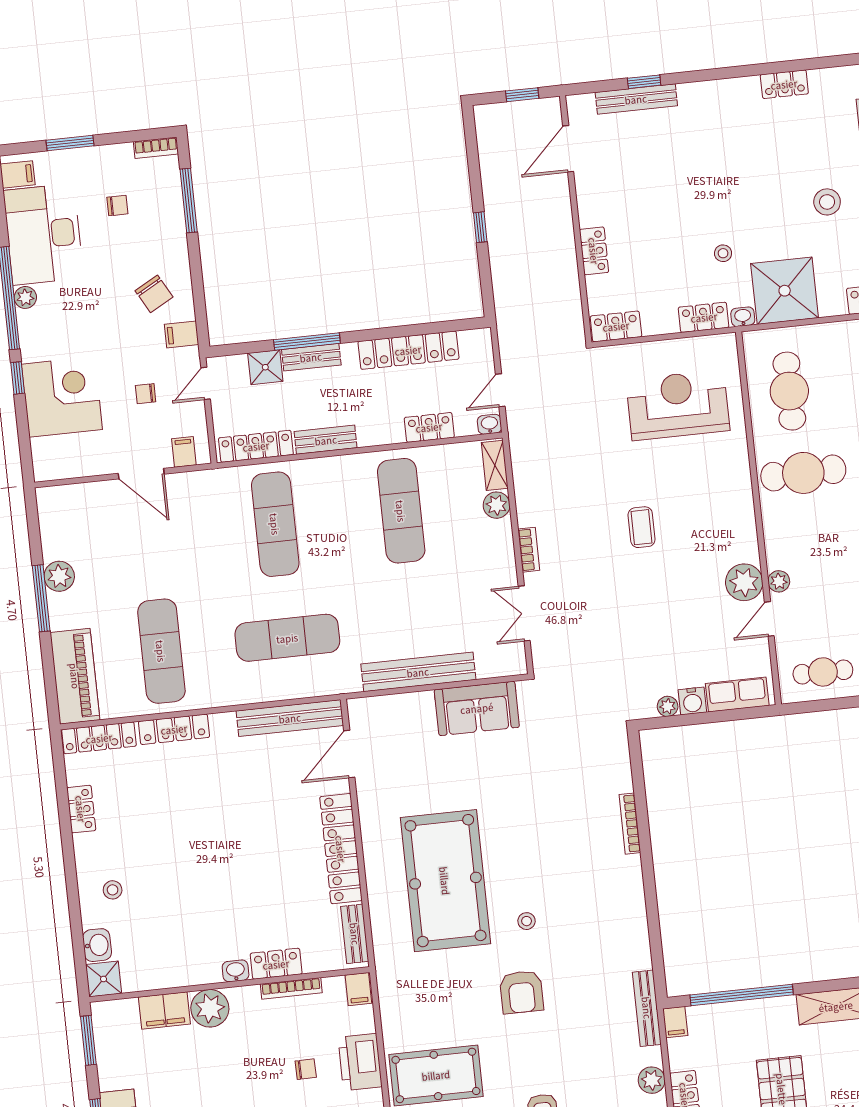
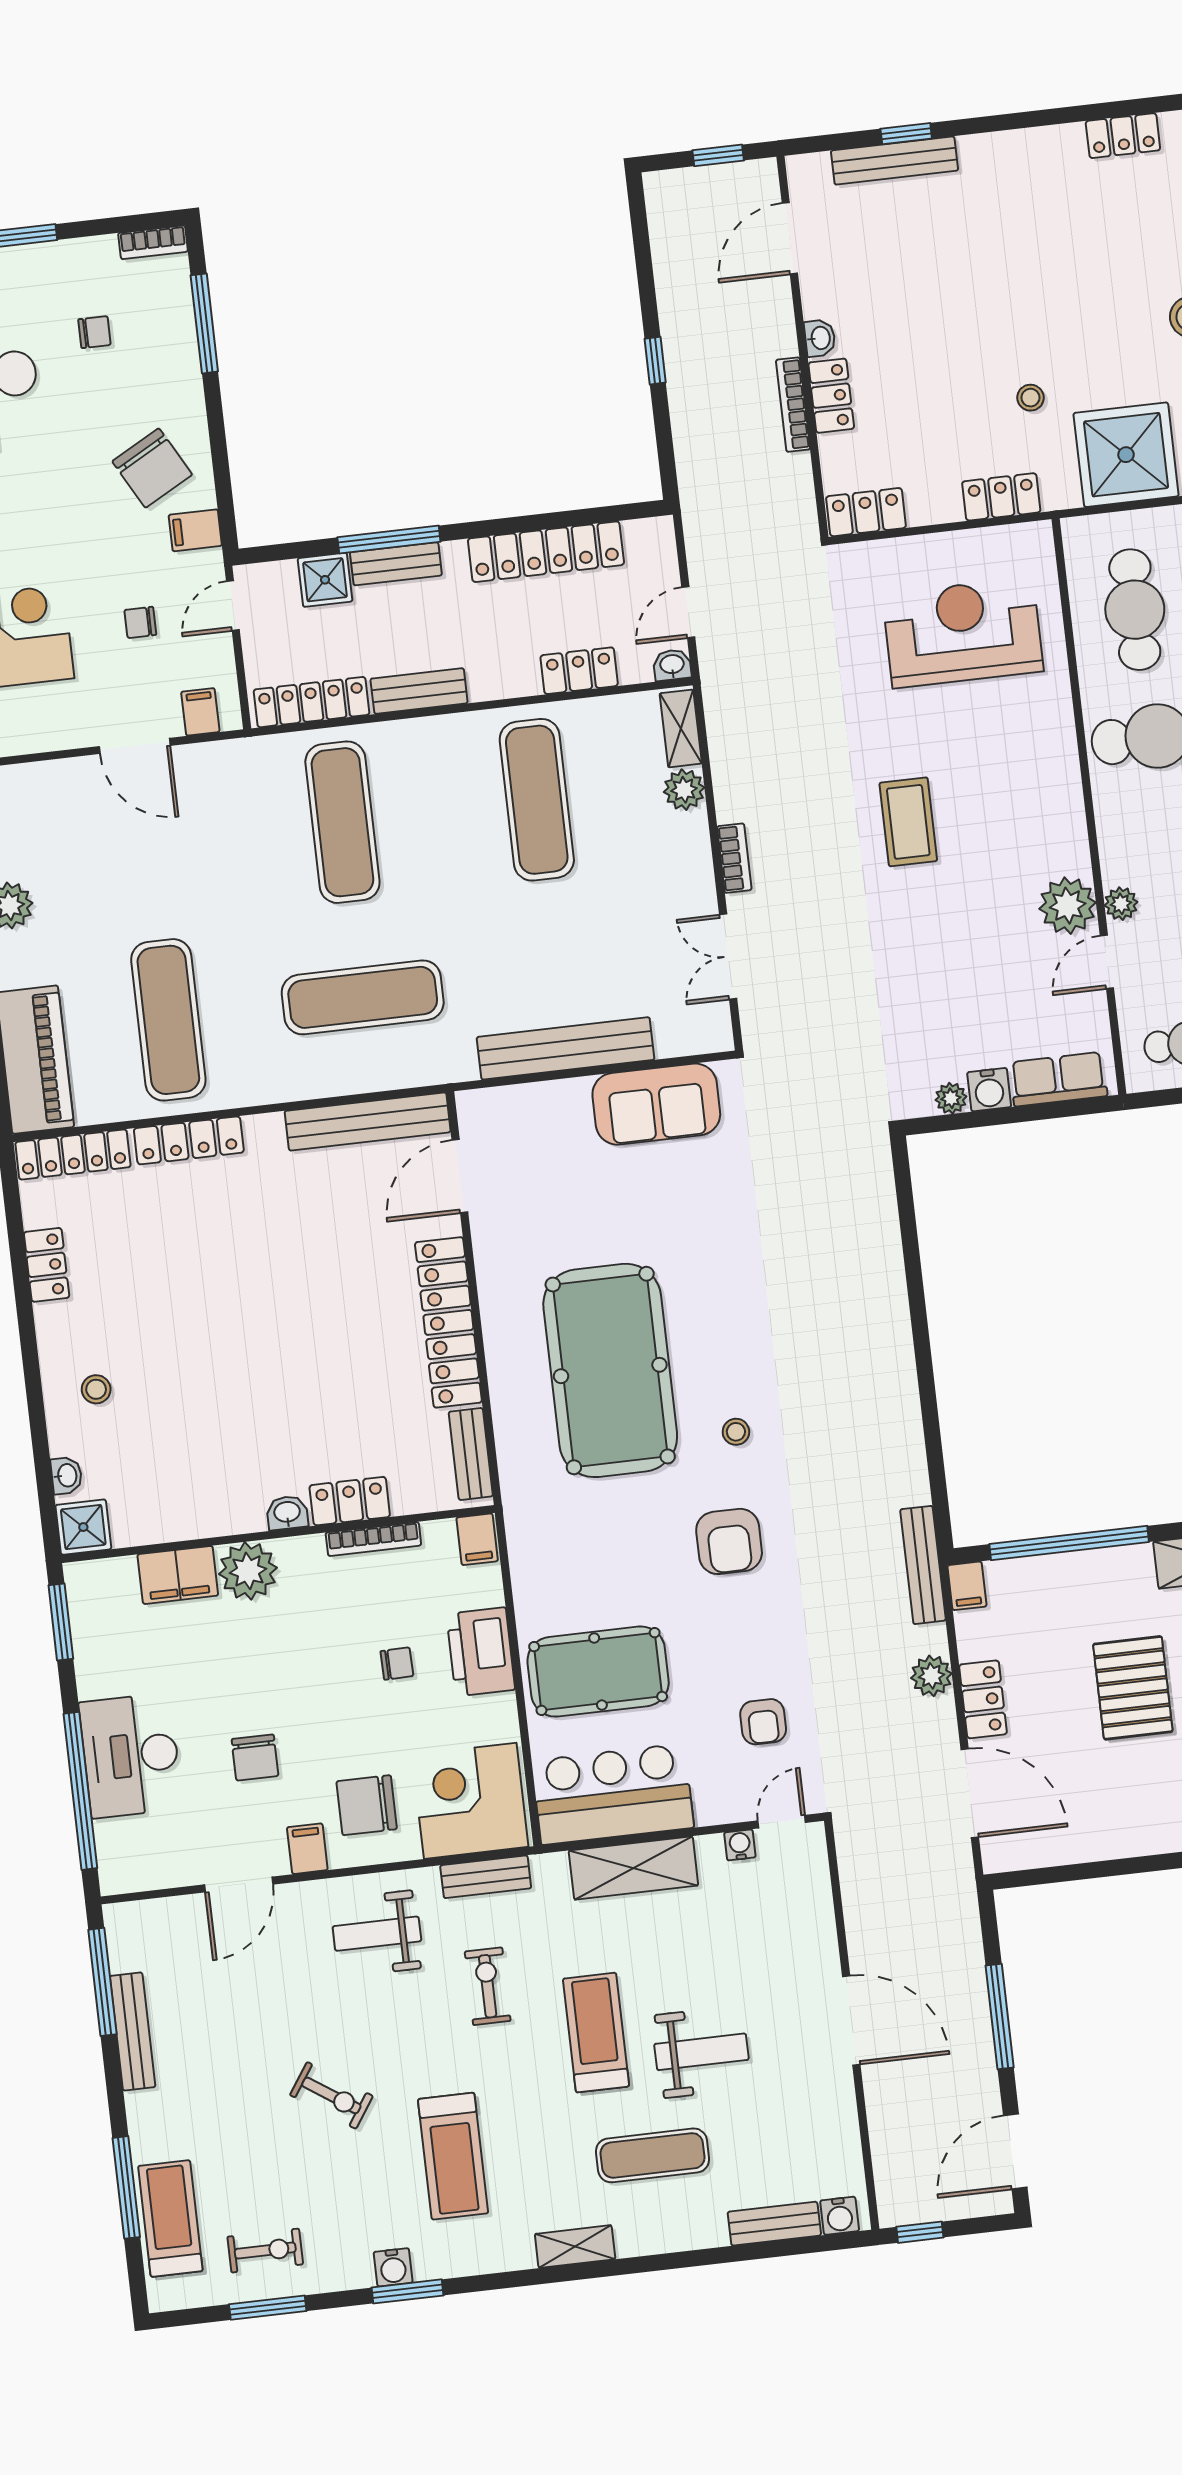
chair: (154, 294) -> (152, 468), width x1.37, depth x1.37
washbasin: (743, 317) -> (820, 338), moved, turned 90
coffee table: (642, 527) -> (908, 822), width x1.36, depth x1.30
bookcase: (630, 824) -> (793, 405), moved
washbasin: (97, 945) -> (66, 1475), width x0.72, depth x0.69

